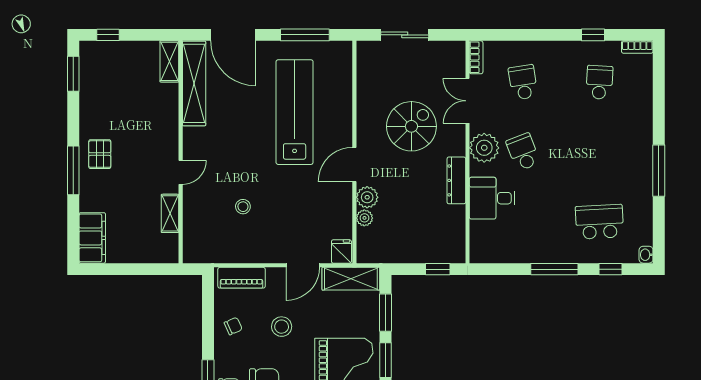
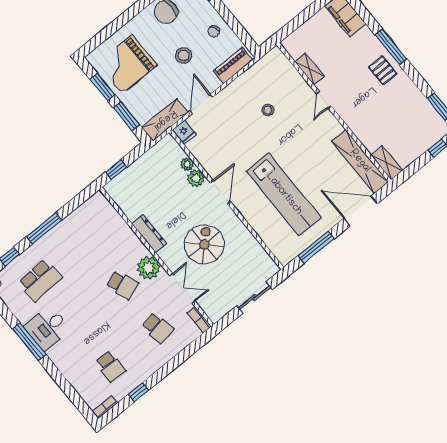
spiral stairs: (411, 126) -> (204, 244), turned 180
desk: (492, 198) -> (47, 328), moved, turned 180

